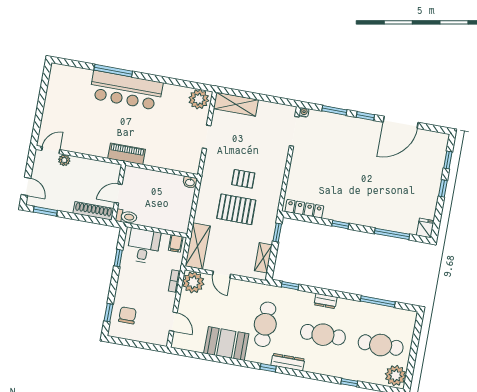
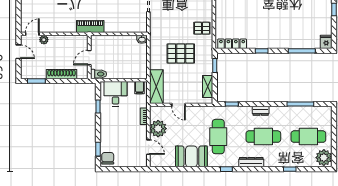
pallet: (243, 179) -> (202, 28), moved
door: (26, 186) -> (18, 52), moved
shoe rack: (93, 211) -> (62, 74), moved
plant: (193, 282) -> (158, 129), moved
chair: (127, 315) -> (108, 158), moved
dresser: (288, 362) -> (251, 162), moved

